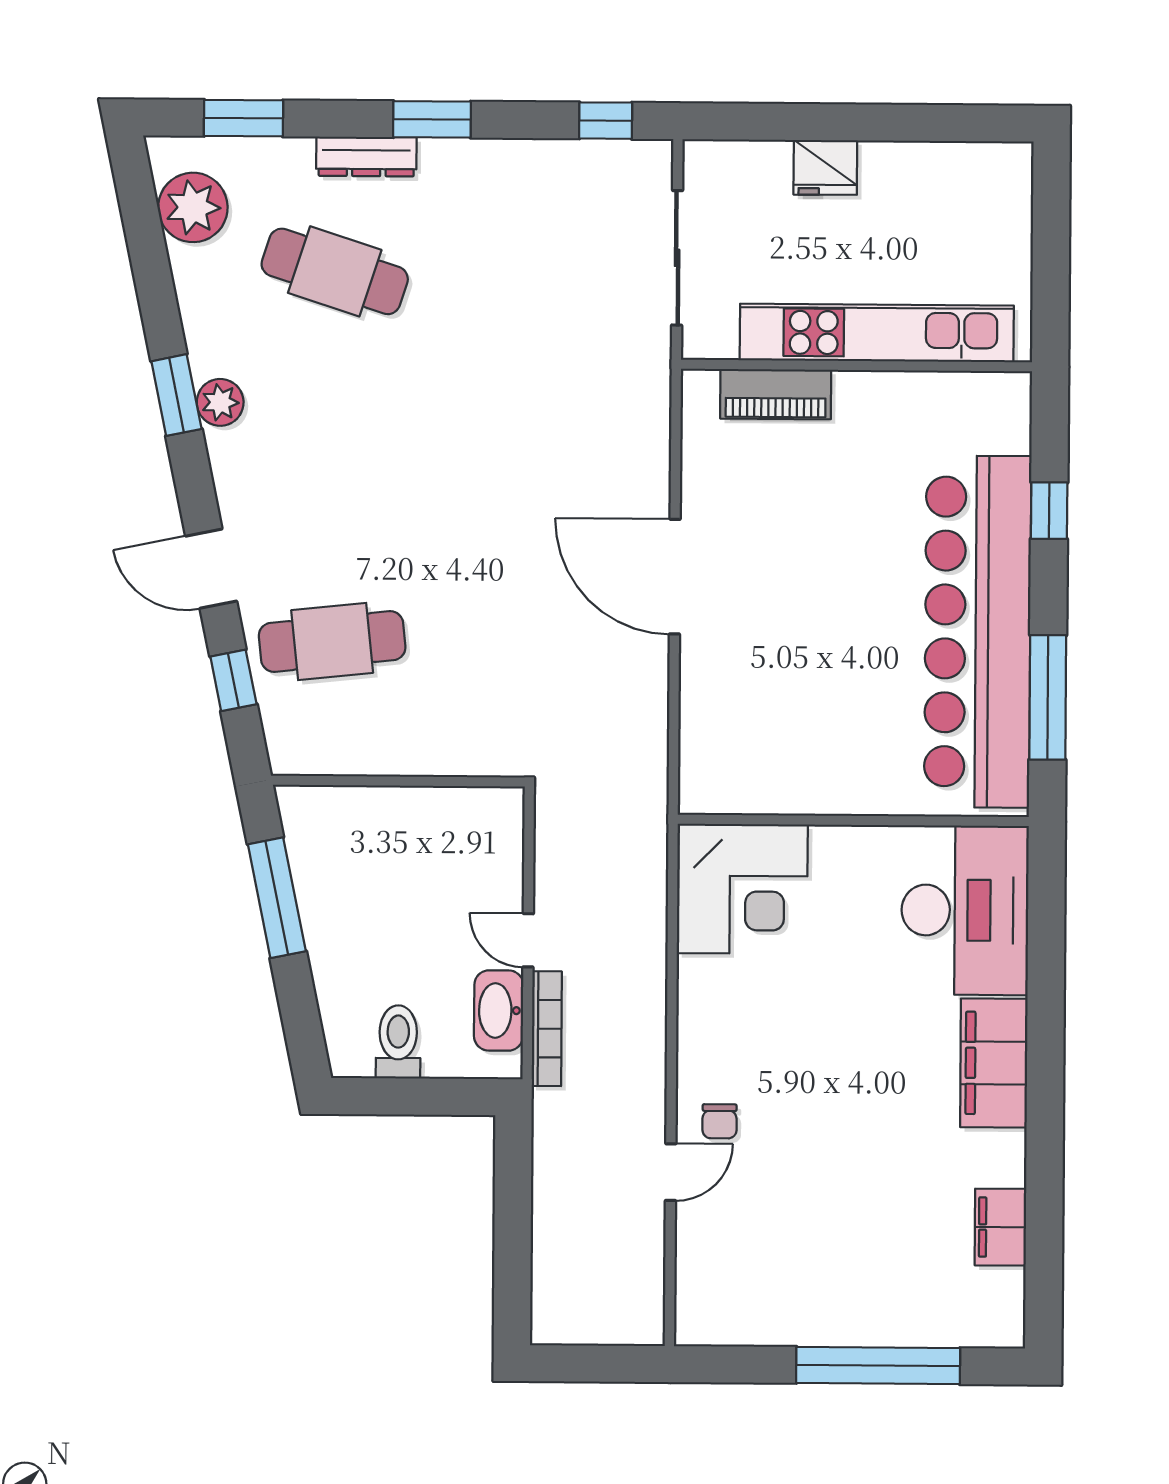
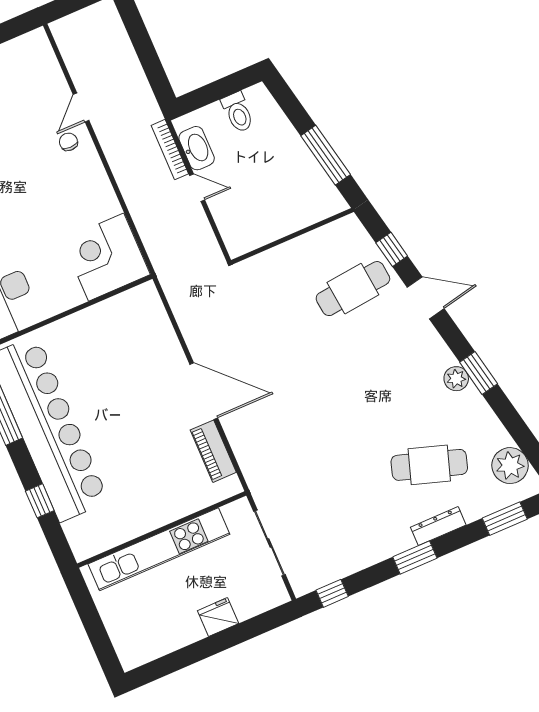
piano: (776, 394) -> (213, 451), moved, turned -90

